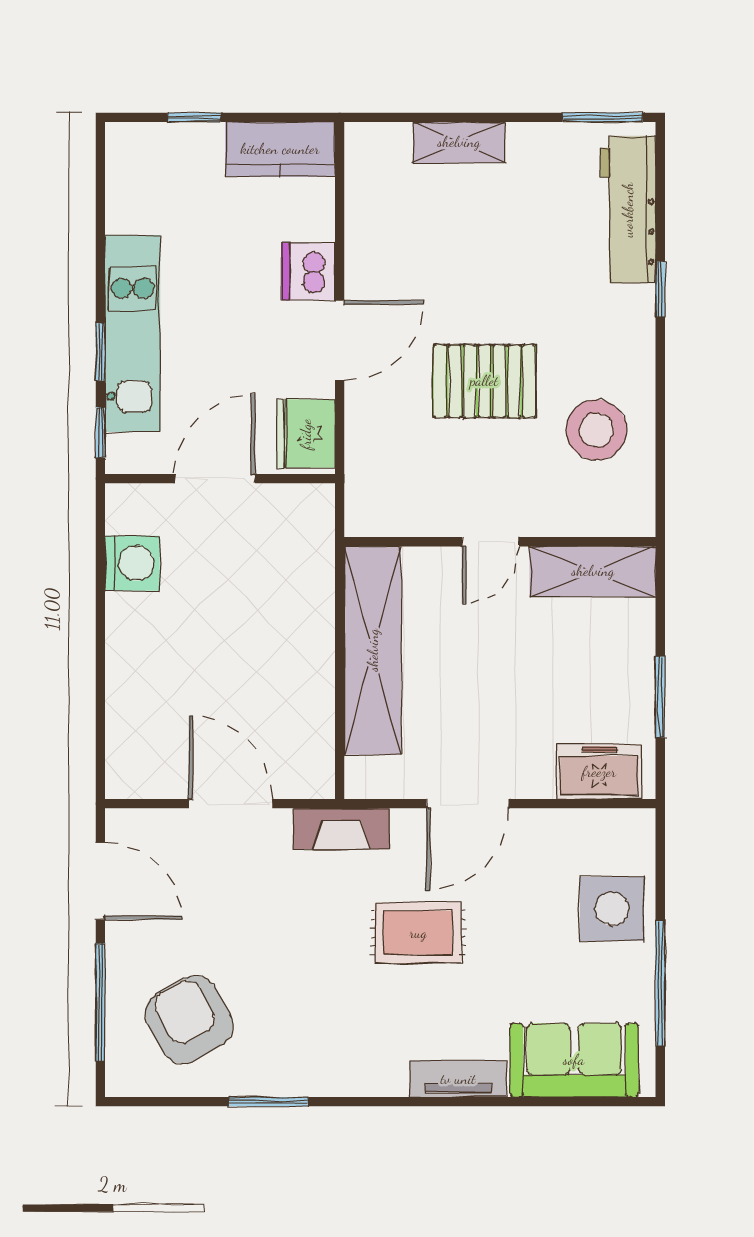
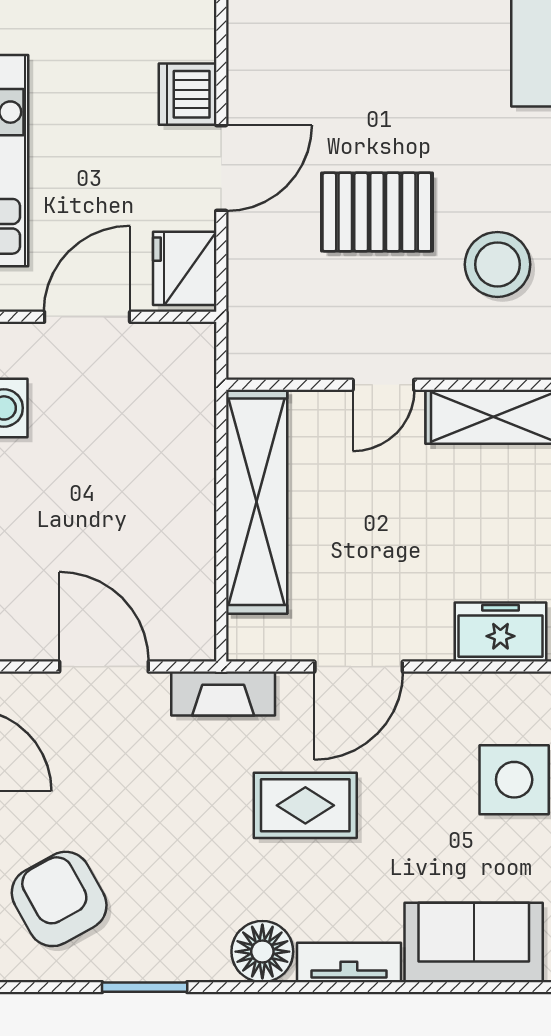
floor lamp: (378, 1069) -> (262, 952), added

